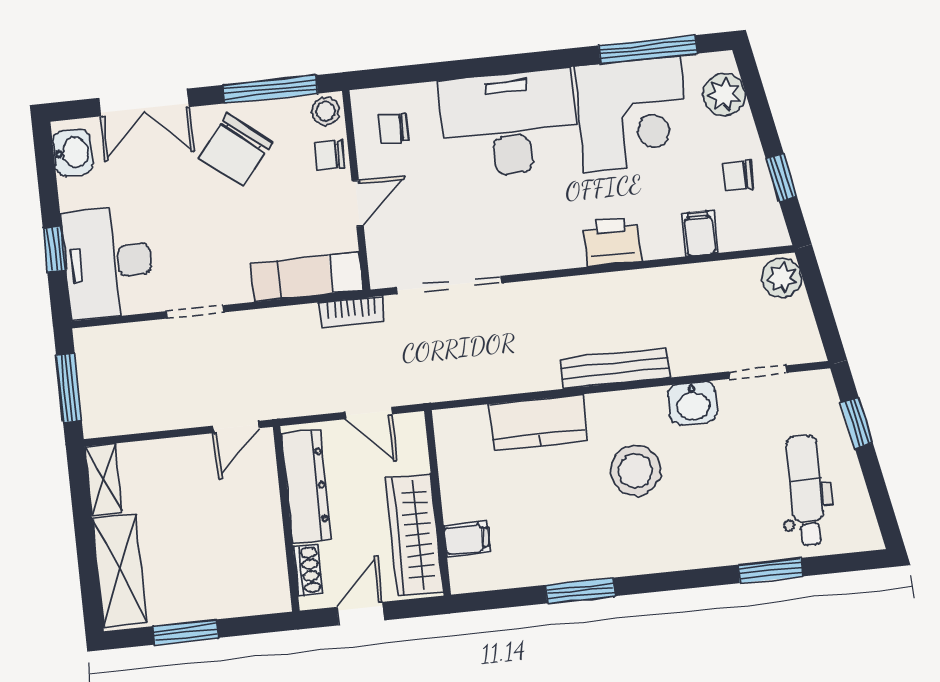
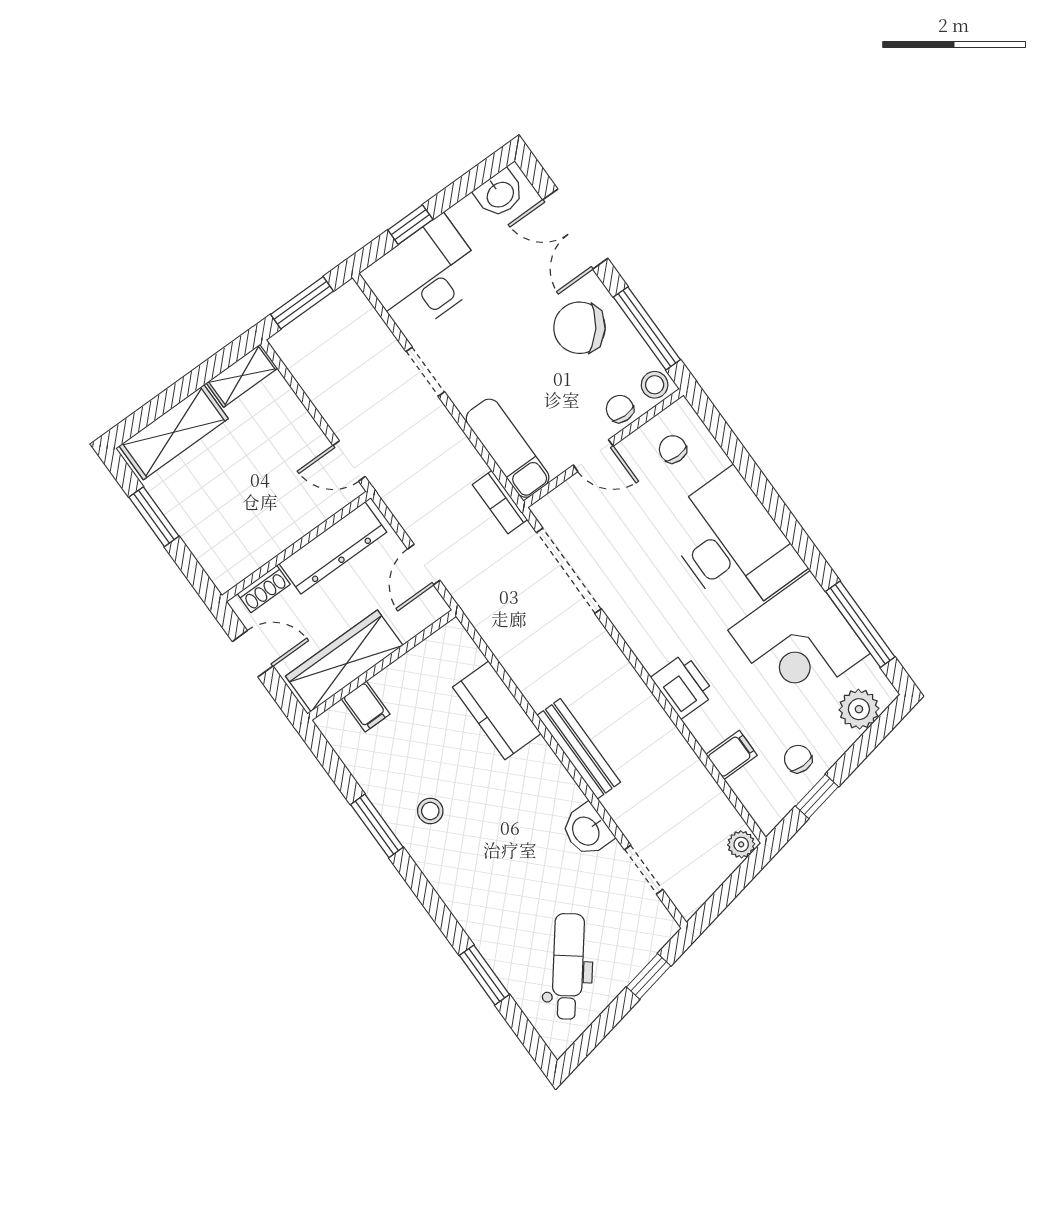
plant: (782, 278) -> (741, 844), width x0.73, depth x0.73
stool: (636, 471) -> (430, 811), moved, width x0.53, depth x0.53
dental chair: (806, 490) -> (568, 966), turned -52

